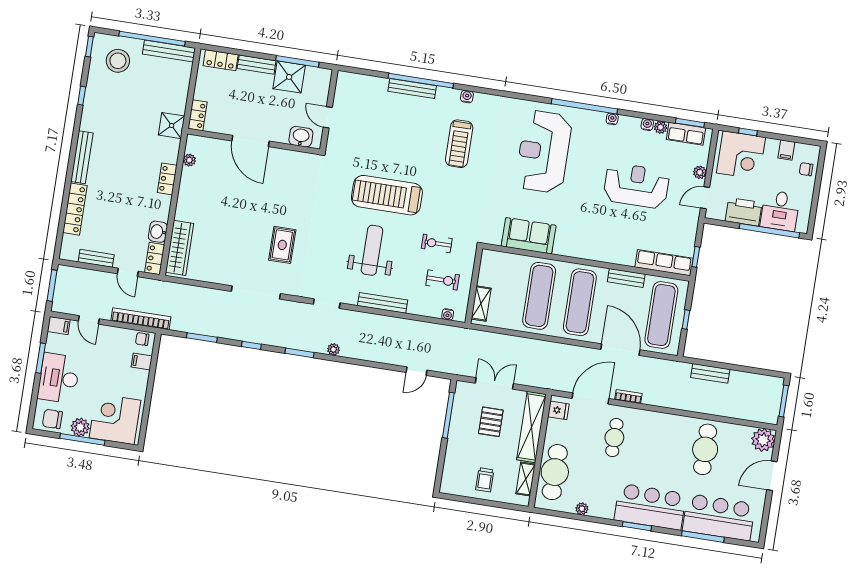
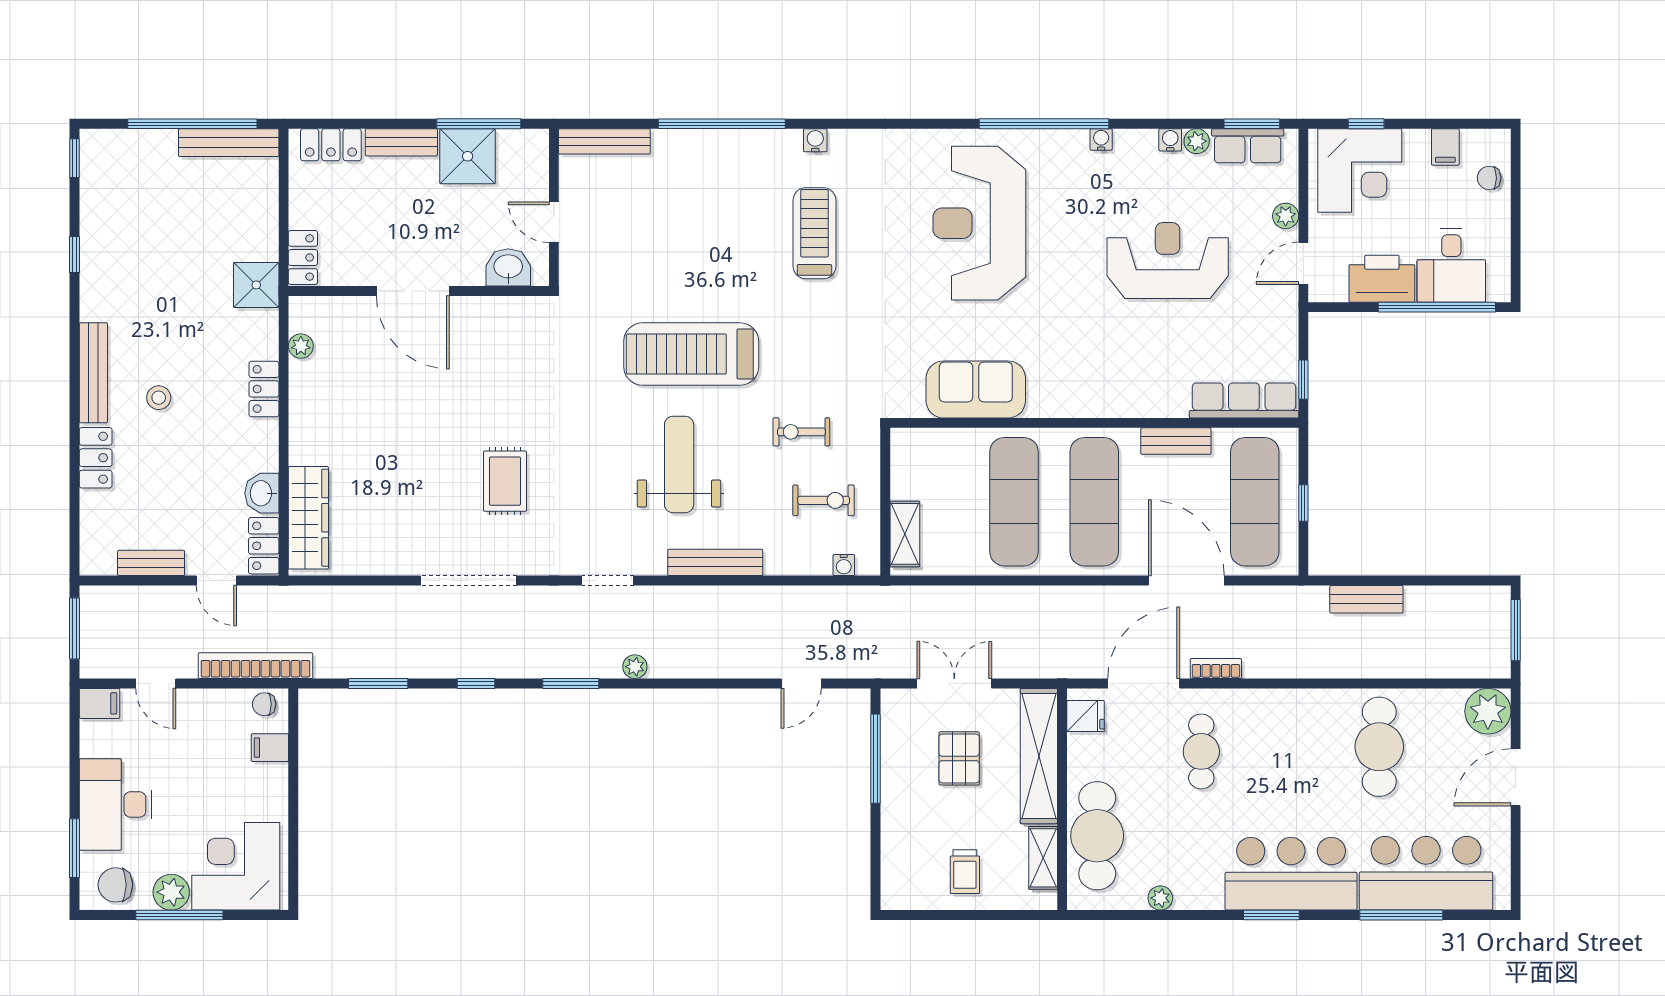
stool: (118, 61) -> (159, 398), moved, width x0.53, depth x0.53
bench: (412, 88) -> (604, 141), moved
treadmill: (459, 144) -> (814, 233), turned 180
locker: (75, 209) -> (96, 458), width x0.66
window: (41, 358) -> (75, 848), moved

